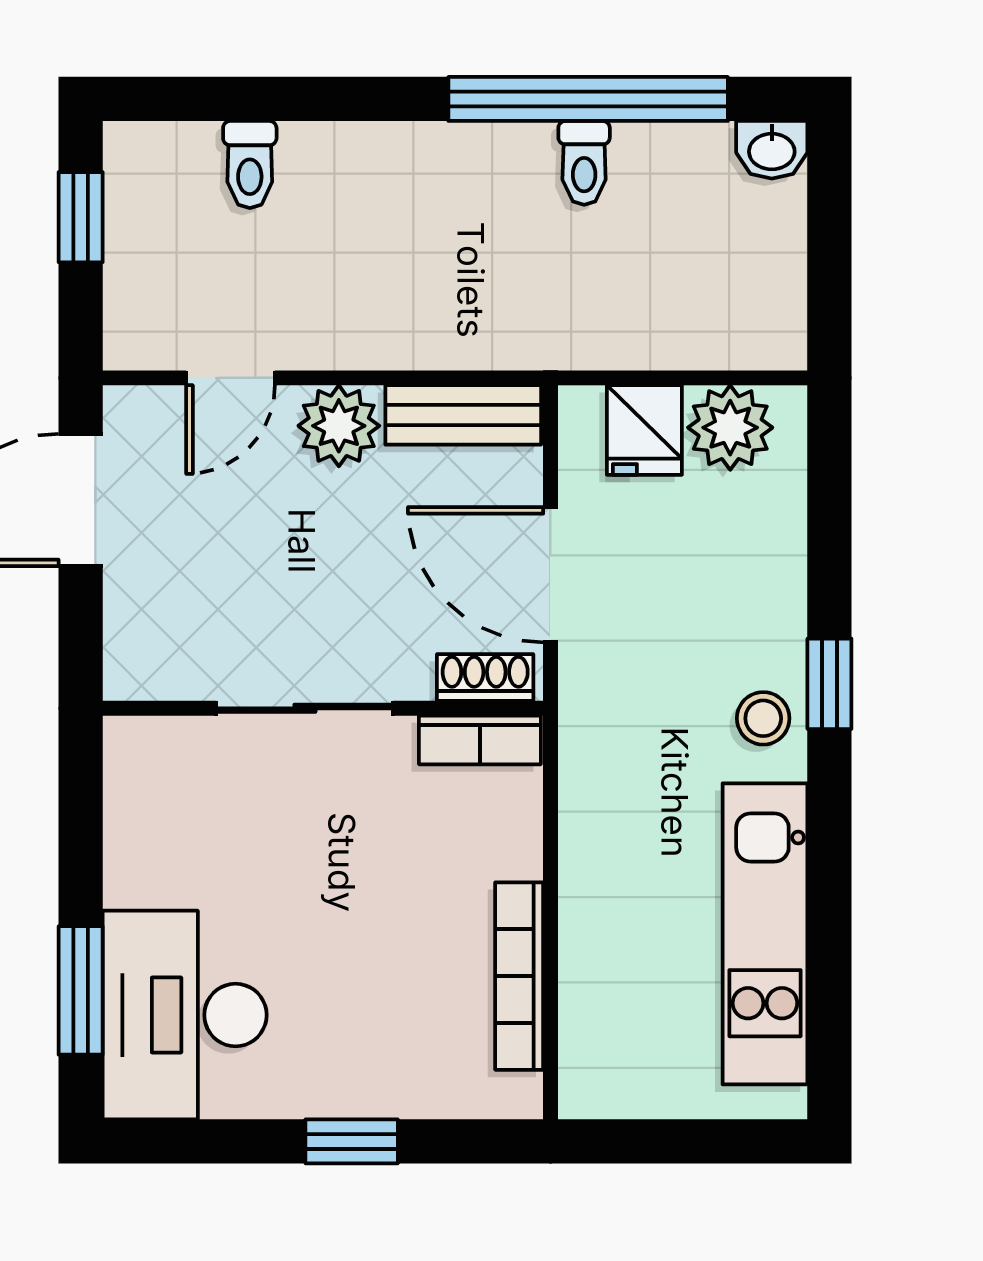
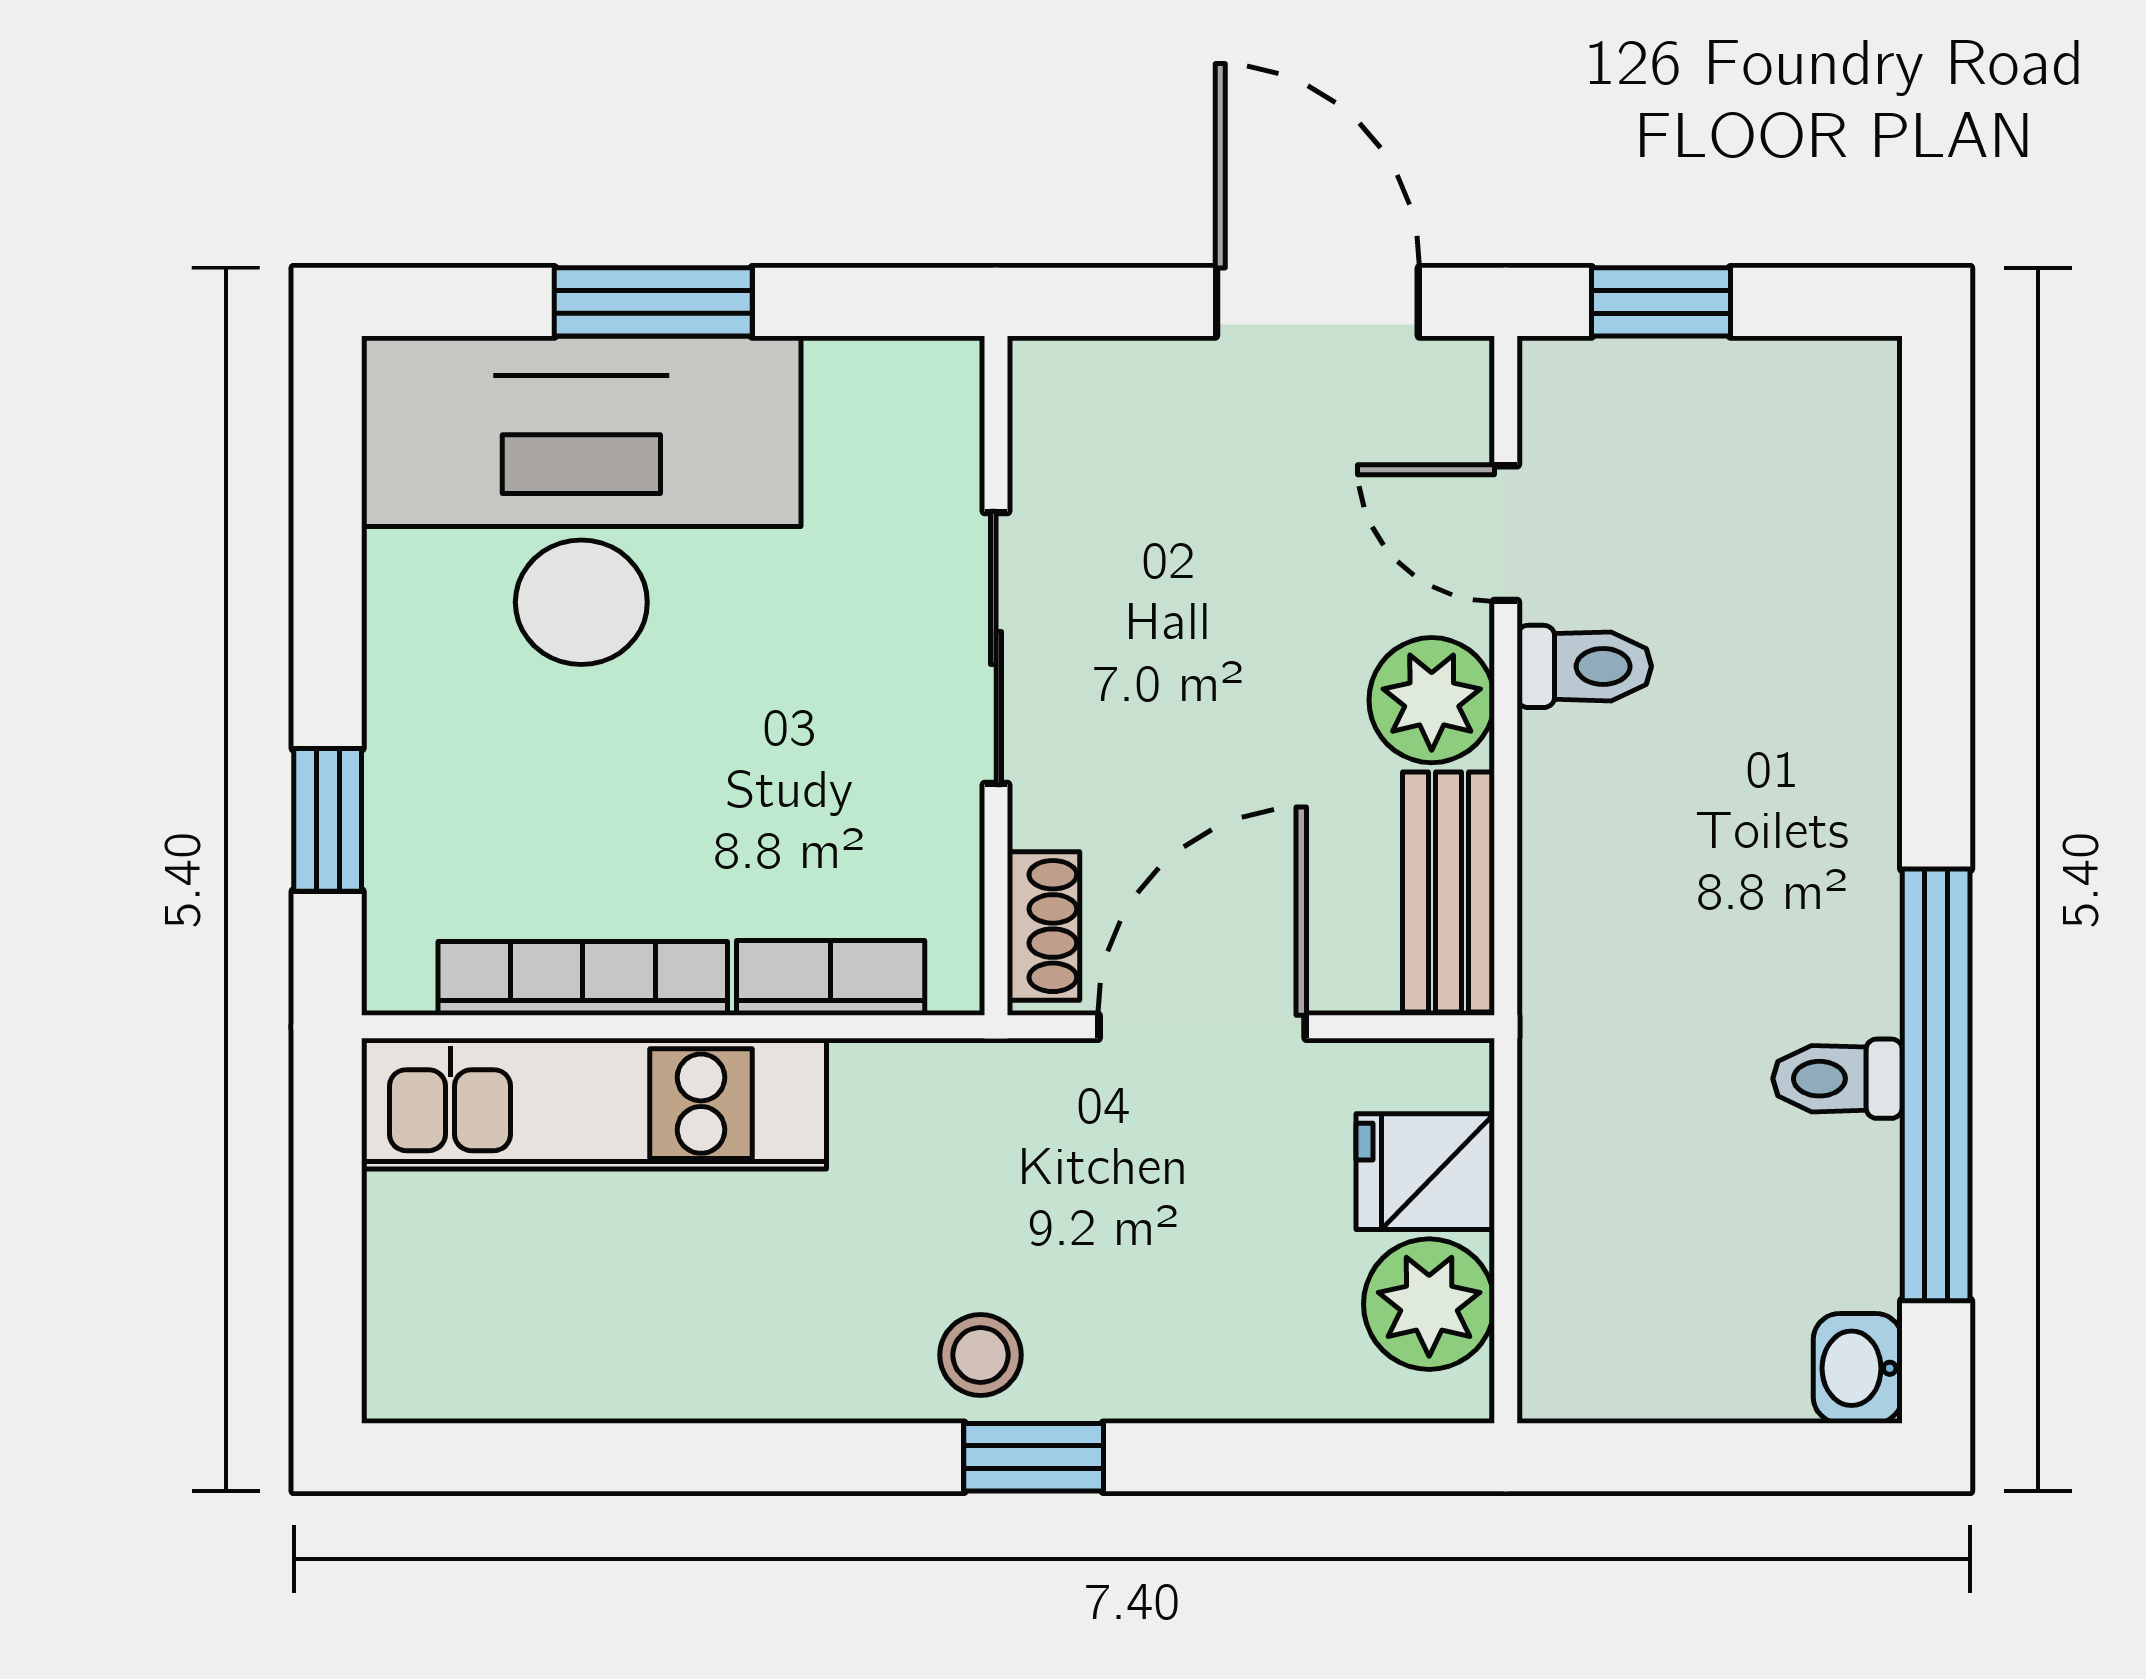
toilet: (250, 165) -> (1584, 666), moved, turned 180
window: (81, 217) -> (1661, 302), moved
bookcase: (480, 740) -> (831, 978), moved, turned 90
kitchen unit: (765, 934) -> (594, 1104), moved, turned 180
window: (81, 990) -> (653, 302), moved
desk: (185, 1015) -> (581, 500), width x1.36, depth x1.30
window: (352, 1141) -> (328, 820), moved

